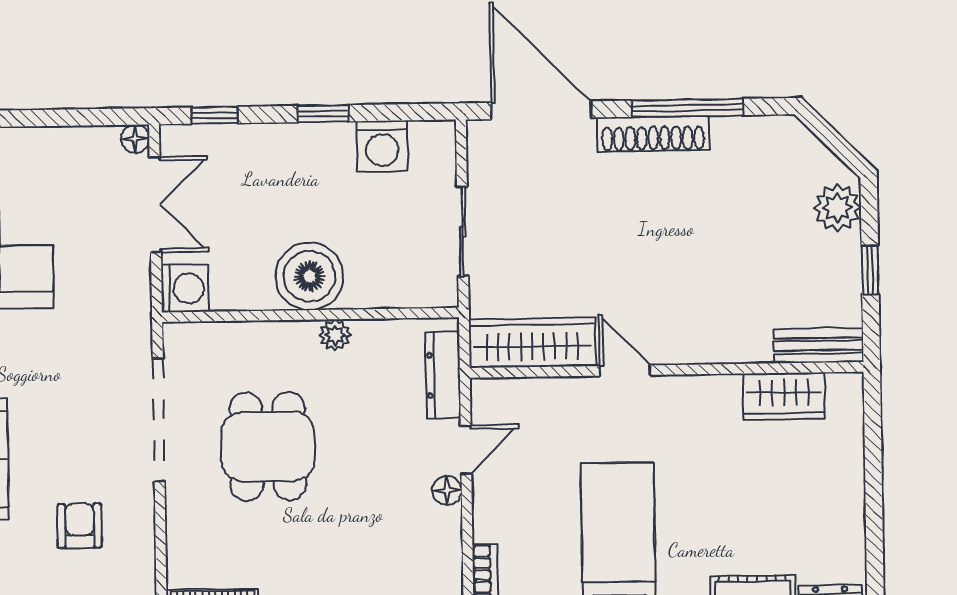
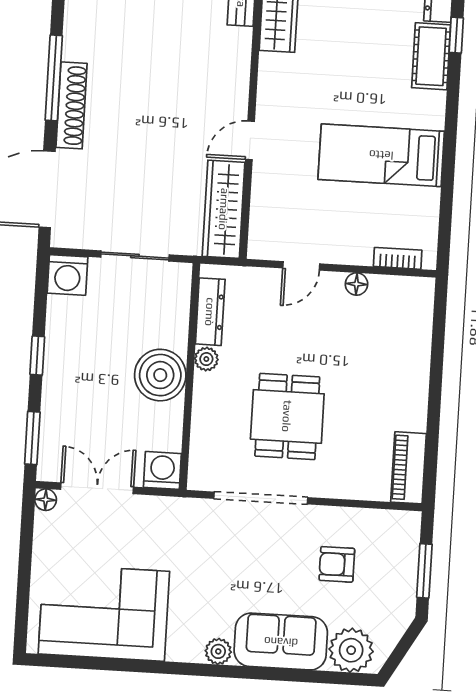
window: (215, 115) -> (32, 438), width x1.50
washing machine: (382, 146) -> (67, 275), moved, turned 90
dresser: (443, 375) -> (210, 312), moved, turned -90
dining table: (268, 446) -> (287, 416), turned 90
door: (466, 450) -> (301, 266), swing flipped
floor lamp: (447, 491) -> (356, 284), moved

